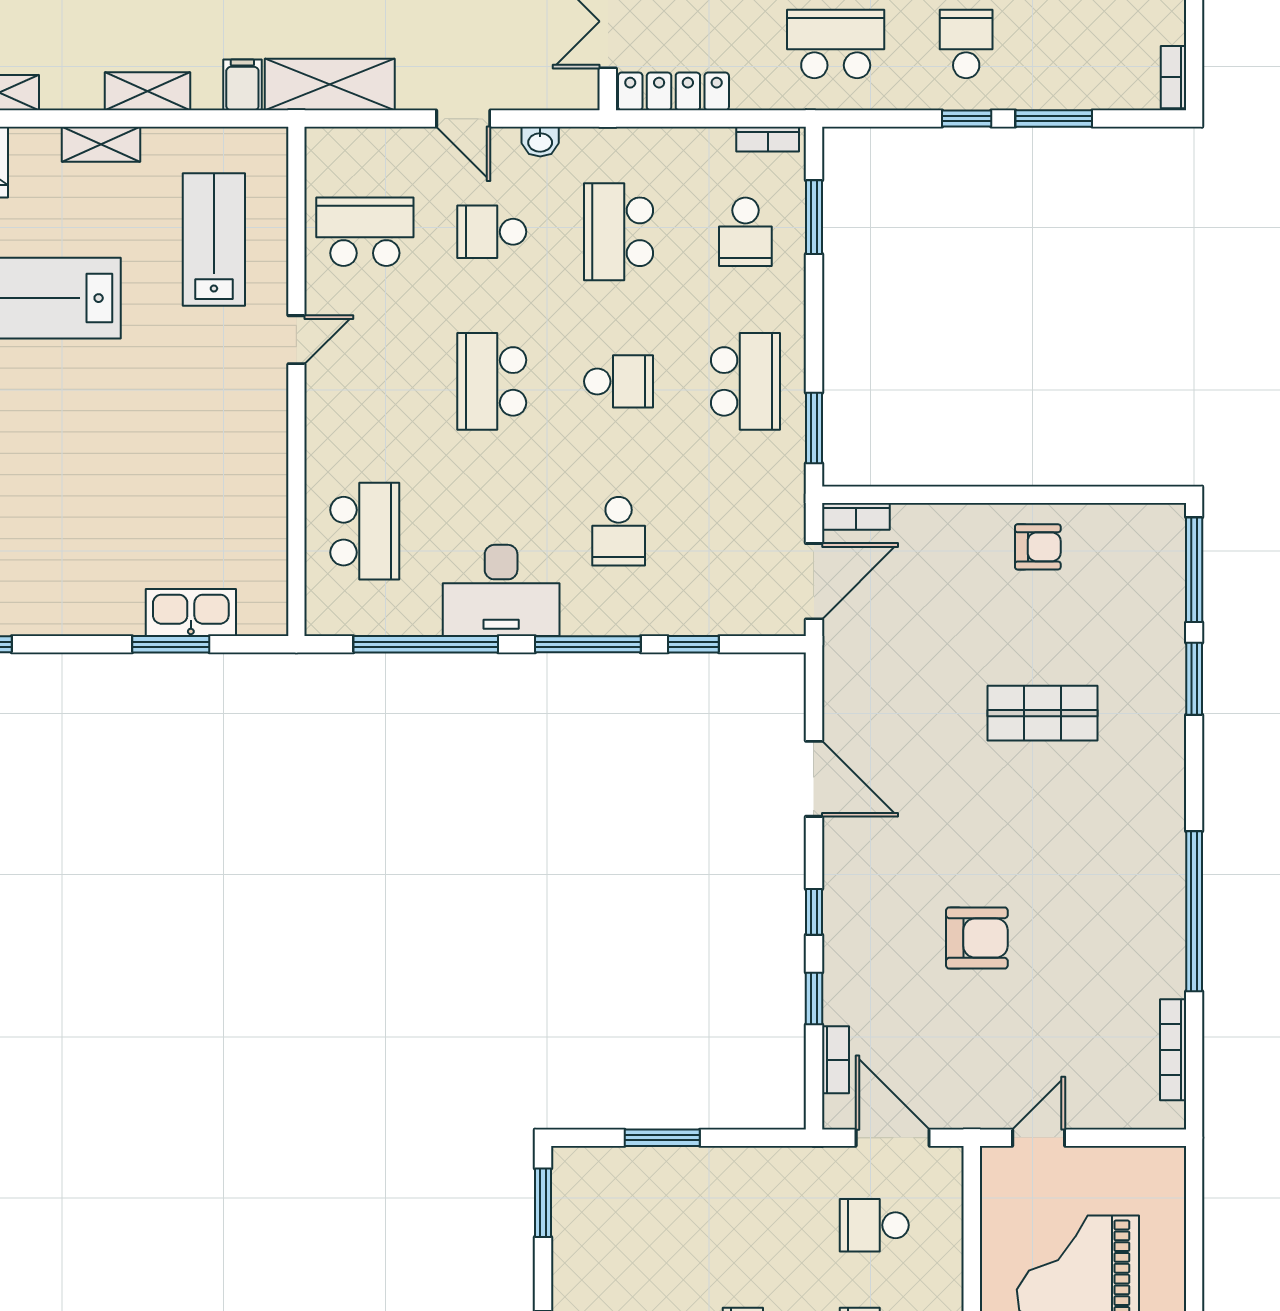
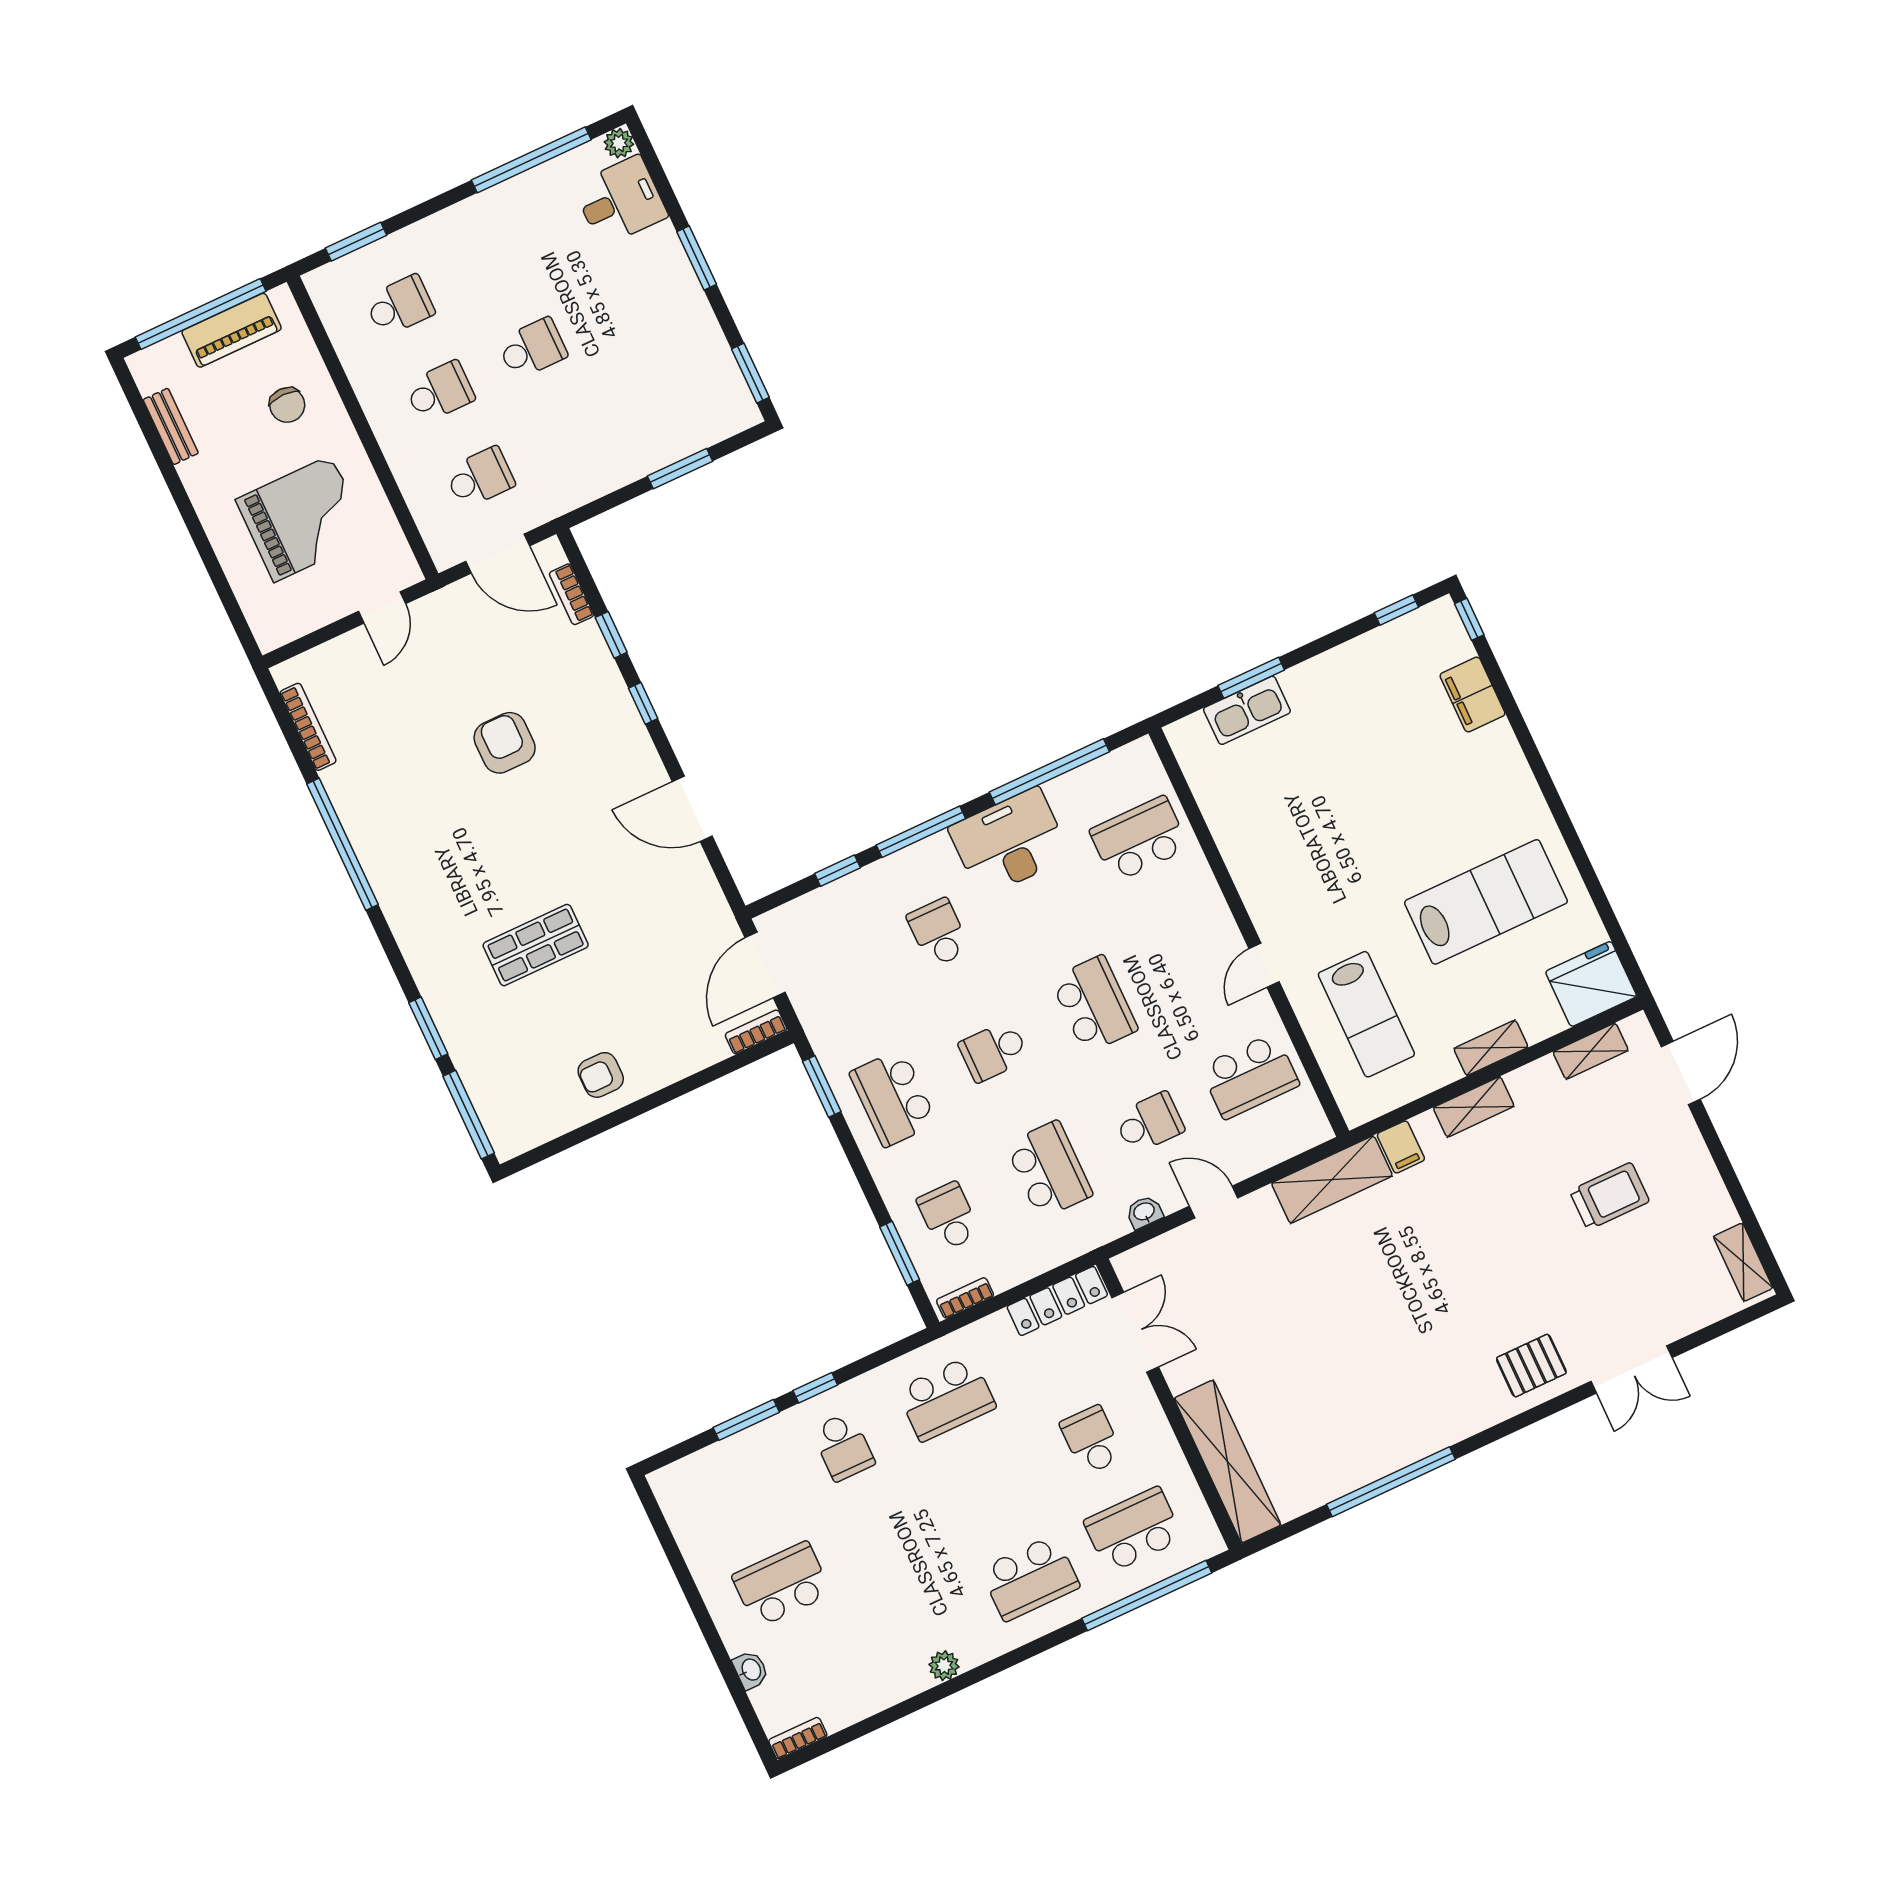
bookcase: (1174, 77) -> (667, 1497), removed
school desk: (365, 531) -> (1139, 839), turned 90
armchair: (977, 938) -> (505, 743), turned 90

